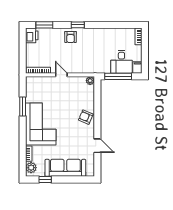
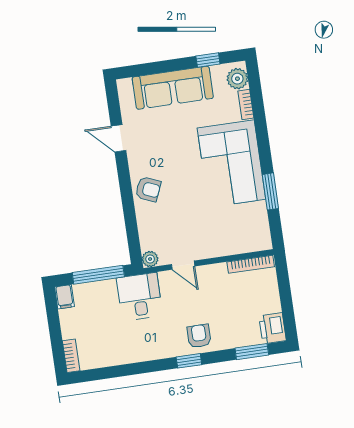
desk: (121, 62) -> (140, 297), moved
door: (61, 75) -> (183, 265), moved

